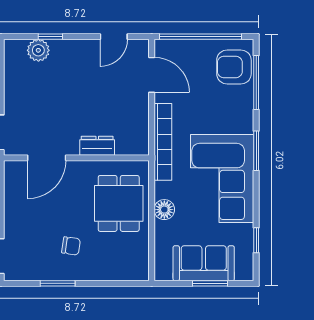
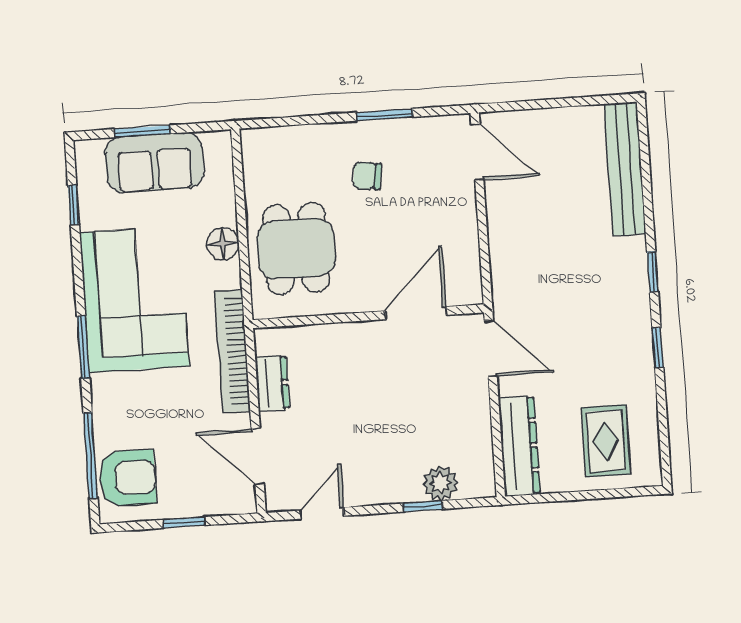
window: (201, 37) -> (184, 523), width x0.32
dresser: (97, 146) -> (272, 383), moved, turned -90

